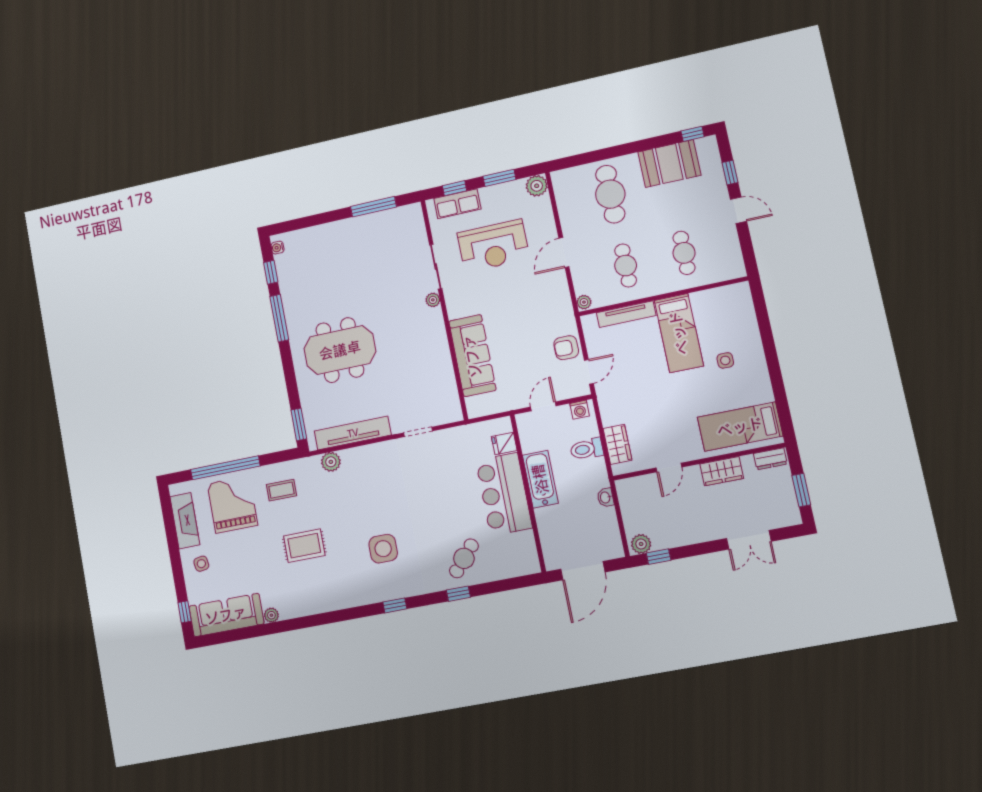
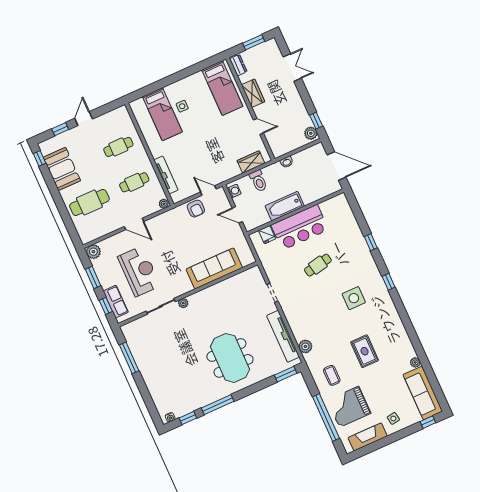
bed: (679, 333) -> (162, 114), moved, turned 90
cafe table: (464, 558) -> (318, 265), moved, turned -52

